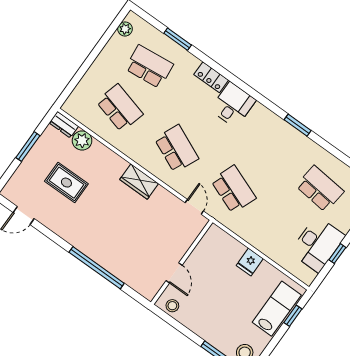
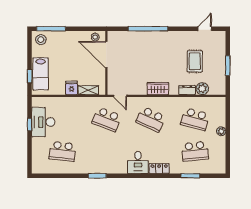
plant: (125, 29) -> (221, 131), moved
dresser: (64, 125) -> (187, 90), moved
rug: (66, 183) -> (195, 61), turned 90
shelving: (230, 244) -> (88, 90), added
door: (174, 273) -> (106, 55), width x1.88

